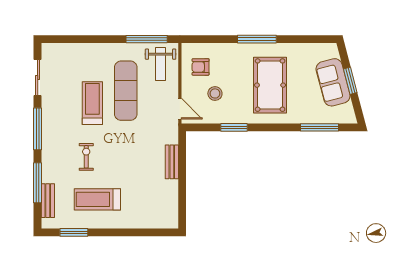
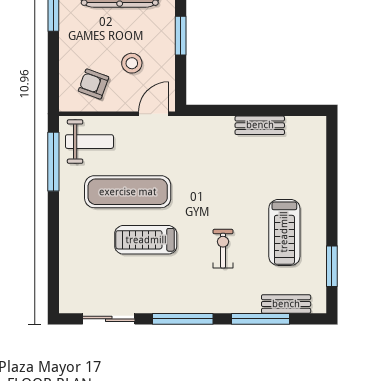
armchair: (201, 67) -> (94, 84), turned 110
exercise bike: (86, 157) -> (223, 249), turned 90
bench: (172, 162) -> (260, 125), moved

